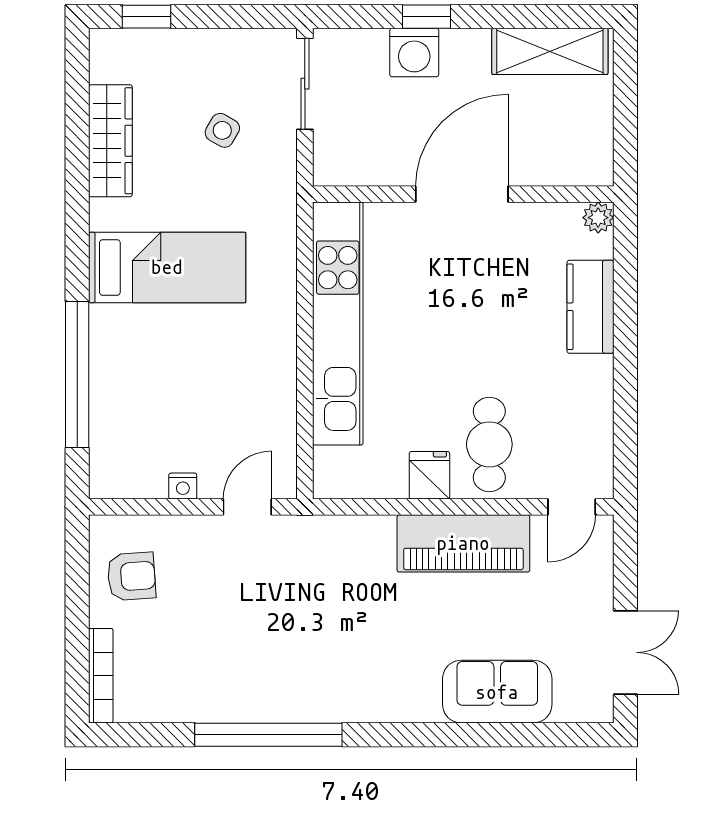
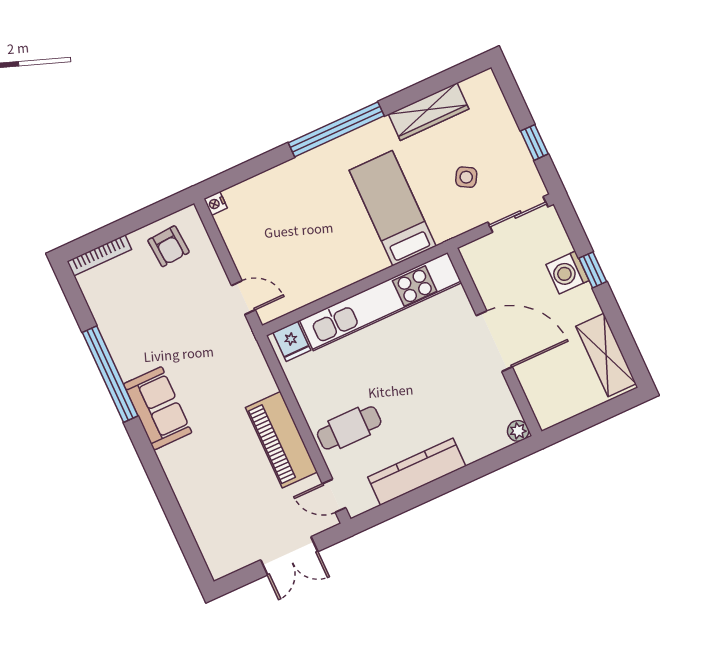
window: (146, 17) -> (534, 142), moved
bed: (167, 267) -> (393, 208), moved, turned 180
kitchen counter: (591, 307) -> (417, 472), moved, width x1.50
window: (77, 374) -> (336, 129), moved
fridge: (429, 475) -> (292, 341), moved, turned 90
nightstand: (183, 486) -> (216, 203), moved
double door: (625, 652) -> (289, 556), moved
sofa: (497, 692) -> (158, 408), moved

